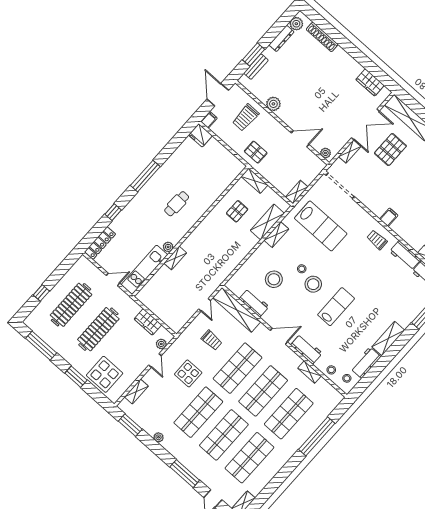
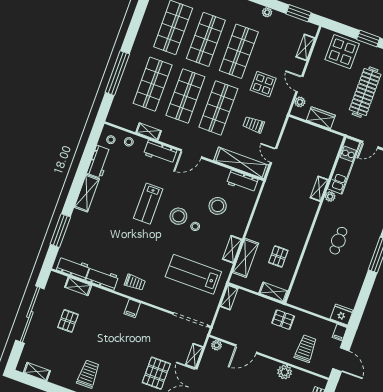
workbench: (254, 303) -> (242, 181), moved

